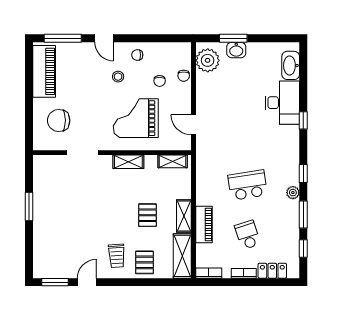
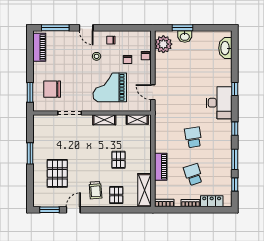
piano: (44, 71) -> (39, 47), width x0.73, depth x0.75
desk: (282, 103) -> (219, 103), moved
window: (29, 125) -> (30, 92), added
school desk: (248, 185) -> (193, 137), width x0.54
plant: (293, 193) -> (227, 143), removed
shelving: (184, 216) -> (146, 160), removed
pallet: (65, 233) -> (57, 173), added

